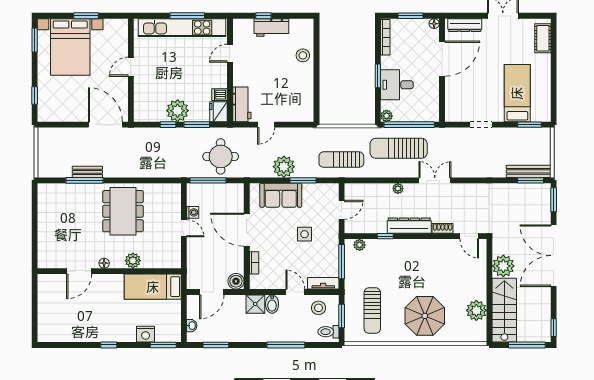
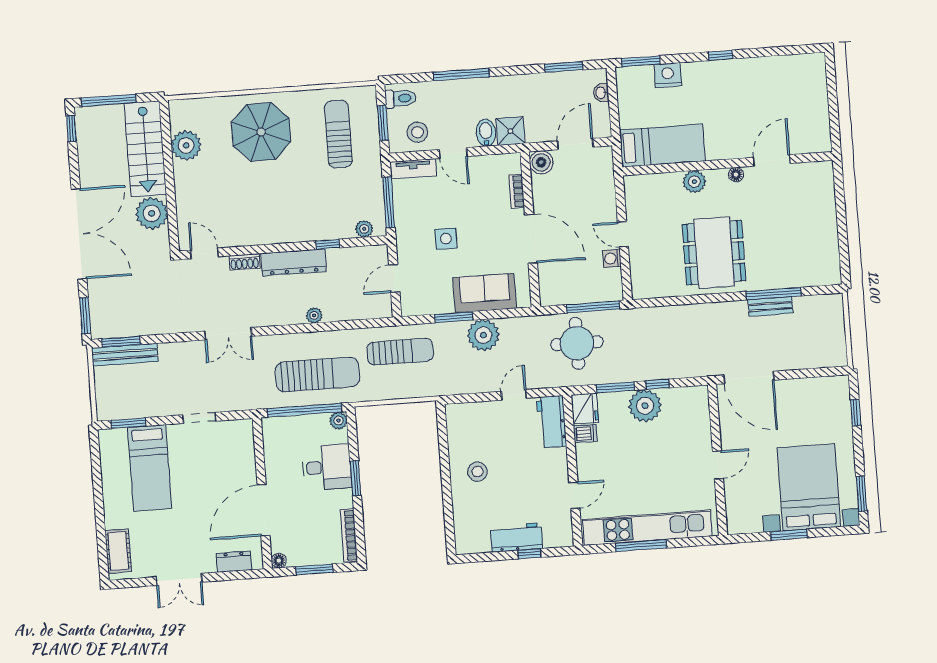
dresser: (465, 25) -> (234, 562), width x0.70
stool: (303, 55) -> (477, 472), moved
double door: (435, 180) -> (228, 334), moved

